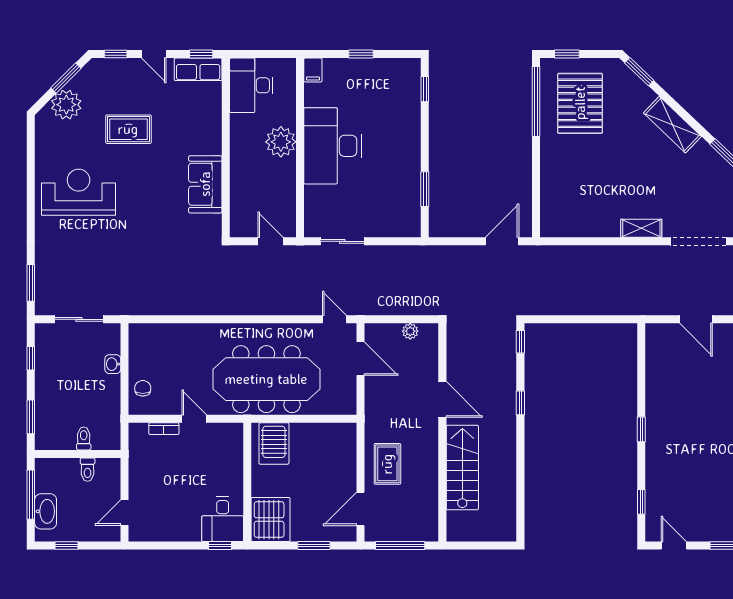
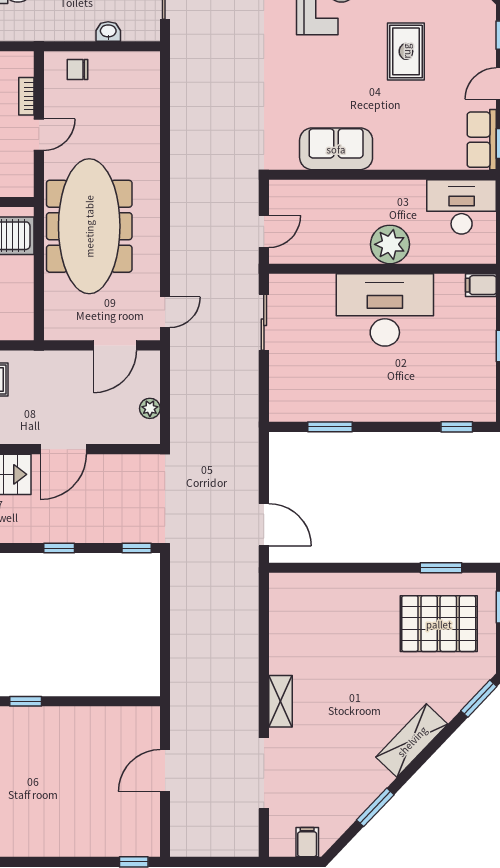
window: (536, 102) -> (441, 568), width x0.47
chair: (143, 388) -> (78, 70), turned 180

